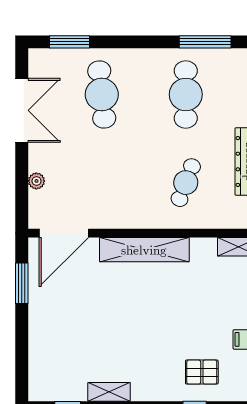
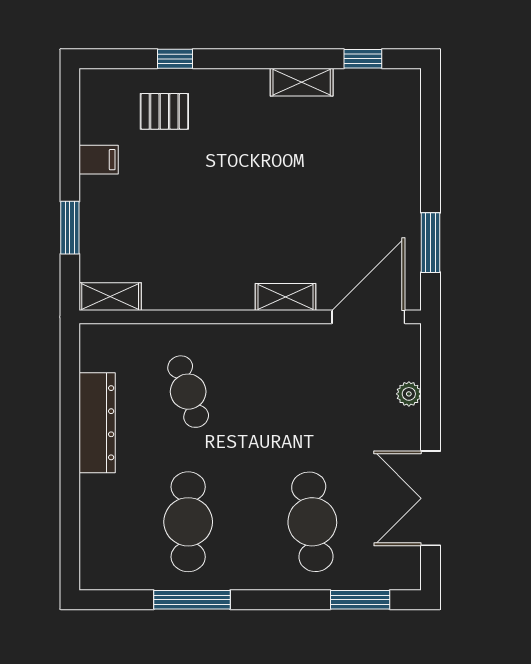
window: (205, 42) -> (192, 600), moved
cafe table: (186, 183) -> (188, 392), turned -39
shelving: (144, 250) -> (285, 297), width x0.45, depth x0.75

